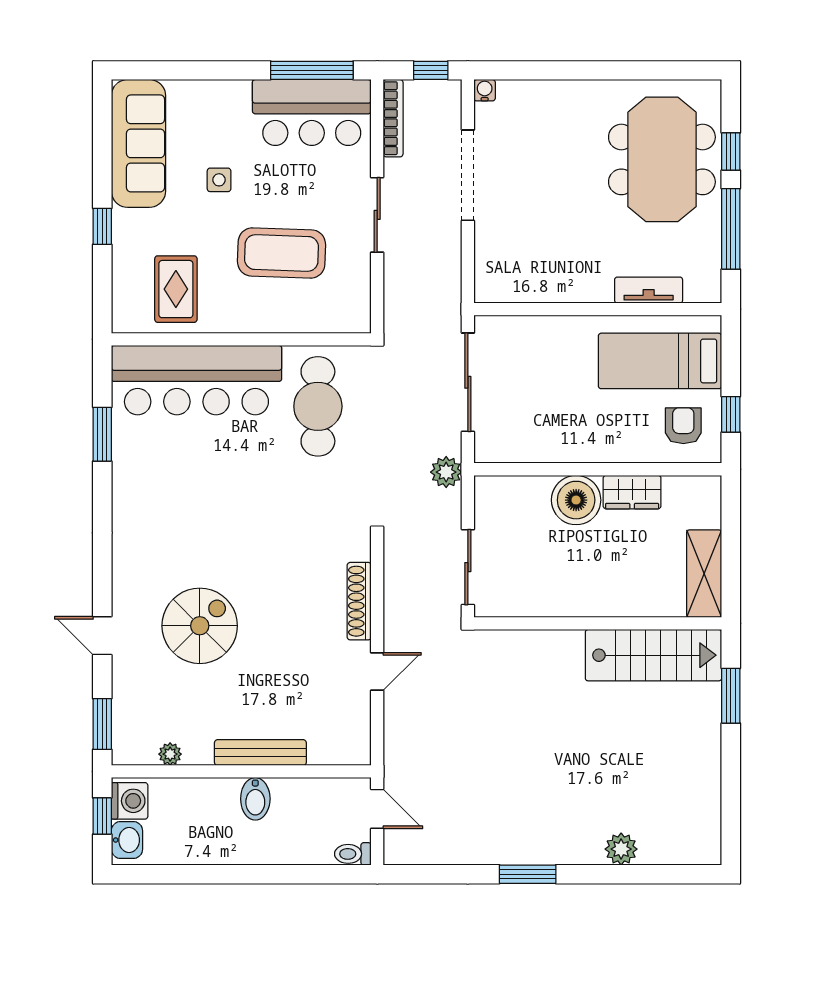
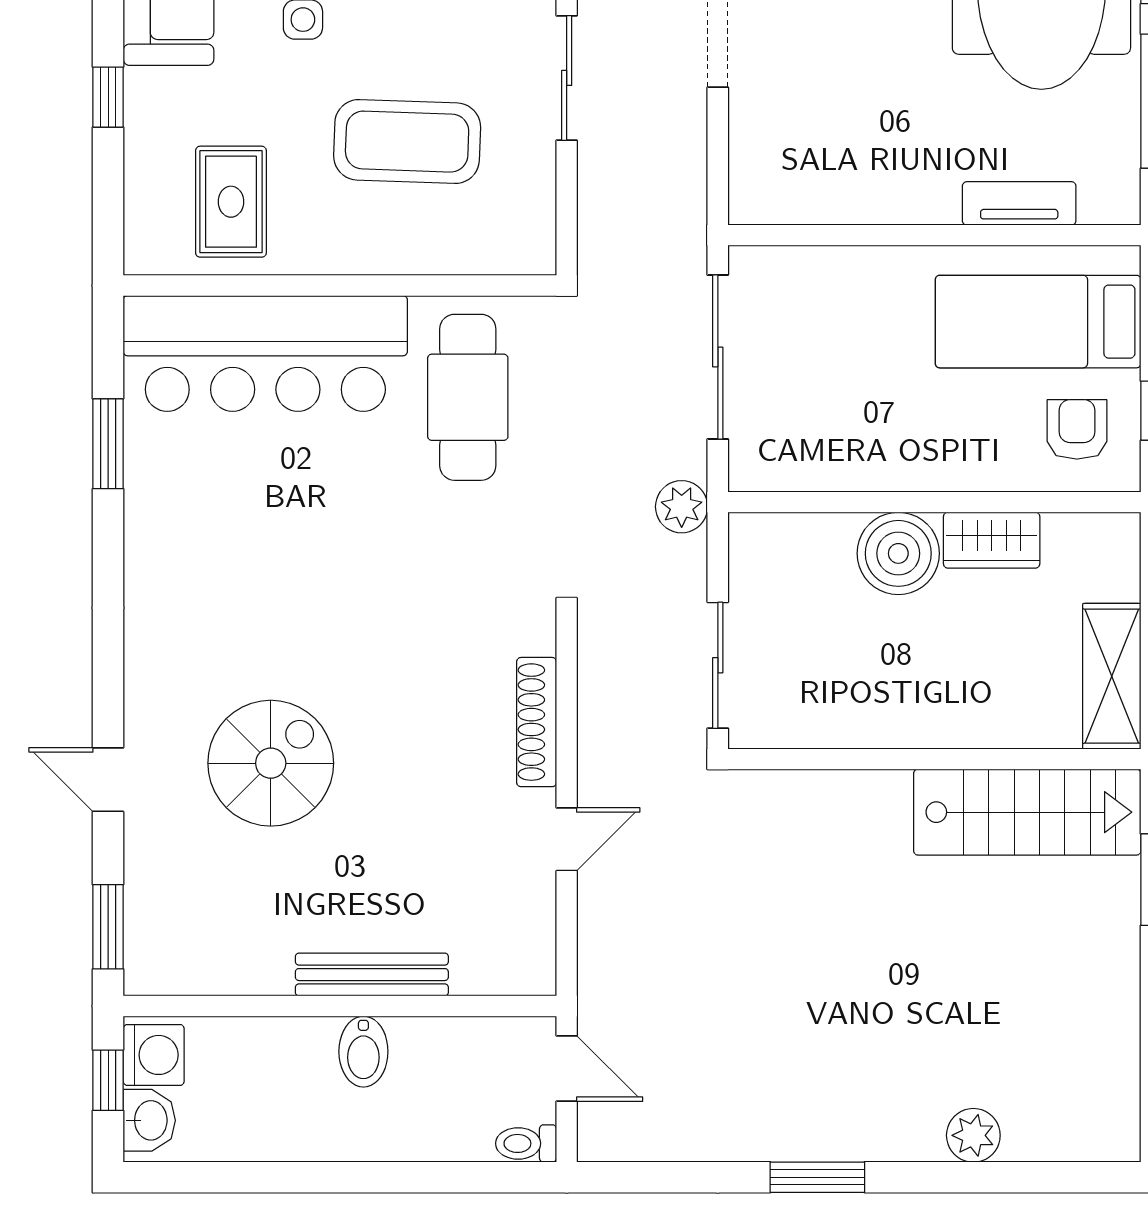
plant: (170, 754) -> (221, 977), removed

